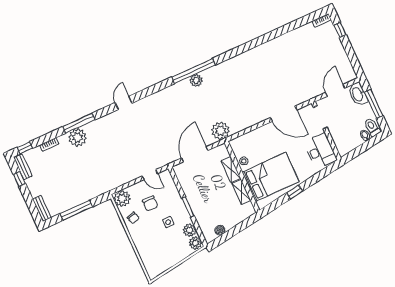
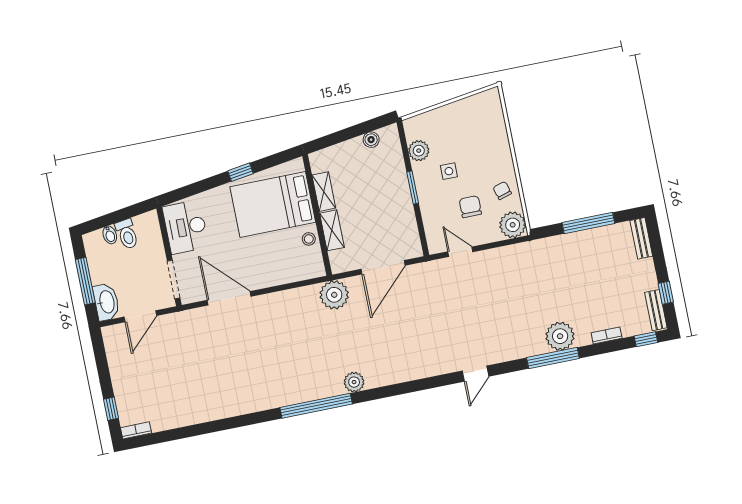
window: (193, 71) -> (316, 406), moved
toilet: (372, 127) -> (127, 234), moved
plant: (195, 243) -> (414, 129), removed

